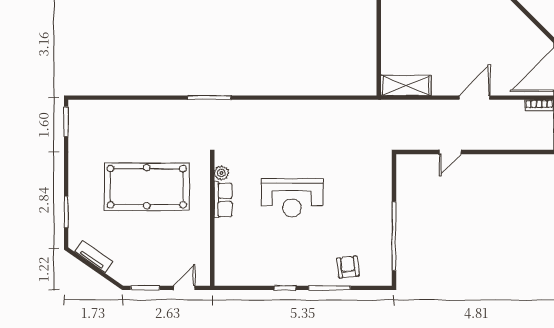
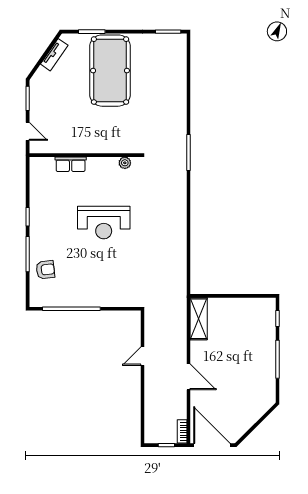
door: (450, 152) -> (143, 356), hinge flipped
pool table: (147, 187) -> (110, 71), moved
reception desk: (292, 198) -> (104, 223), turned -90
row of seats: (223, 200) -> (71, 164), moved

